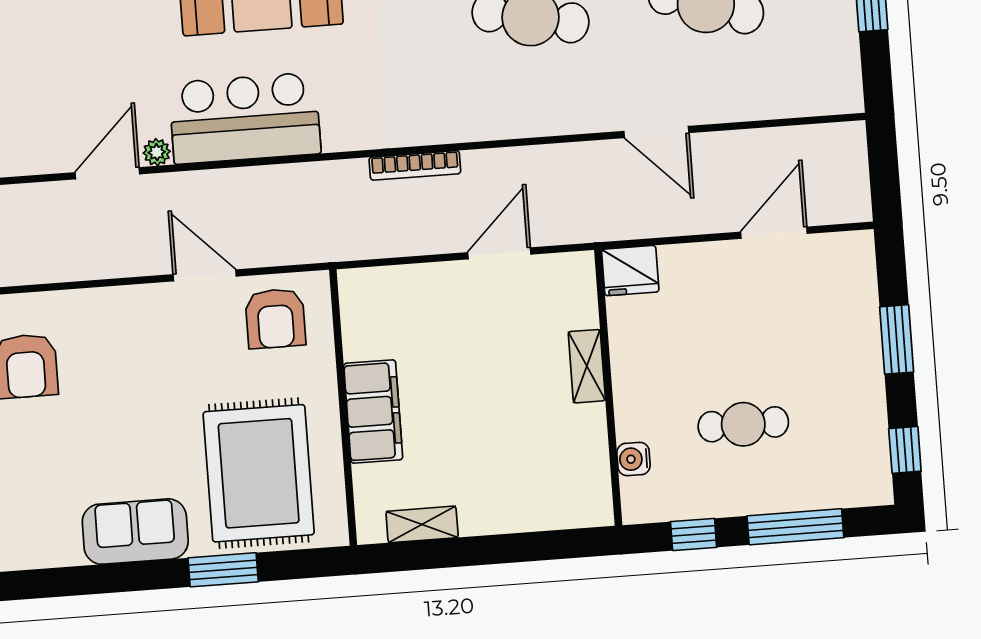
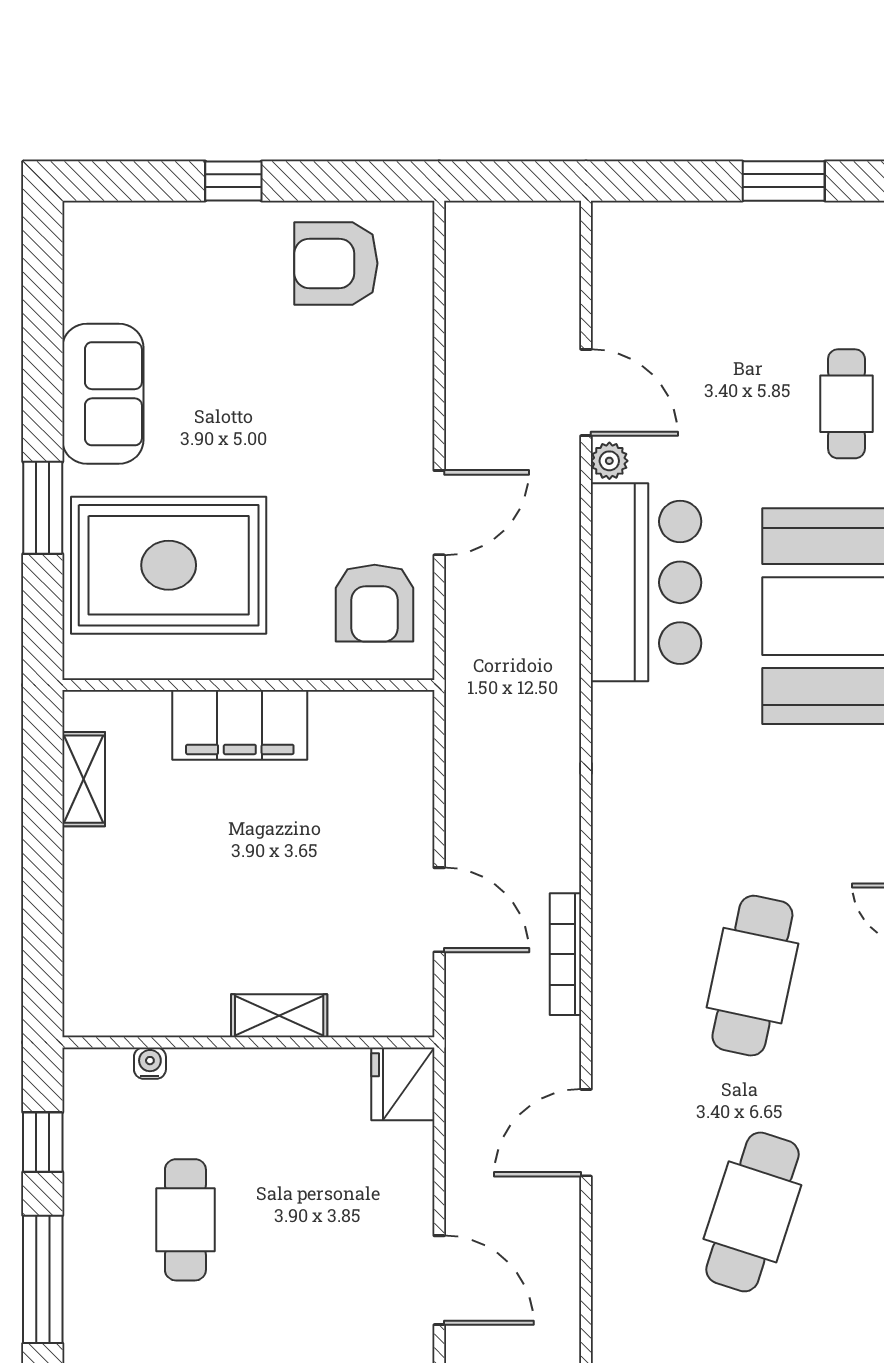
bookcase: (415, 165) -> (566, 954), moved
armchair: (275, 318) -> (375, 603), turned -90
water cooler: (634, 459) -> (150, 1063), width x0.72, depth x0.72

